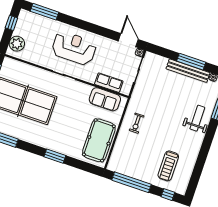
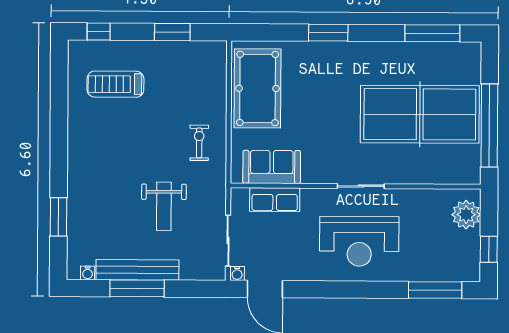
weight bench: (197, 118) -> (164, 206), moved
treadmill: (168, 166) -> (115, 84), turned -90
window: (132, 182) -> (172, 32), width x0.47

